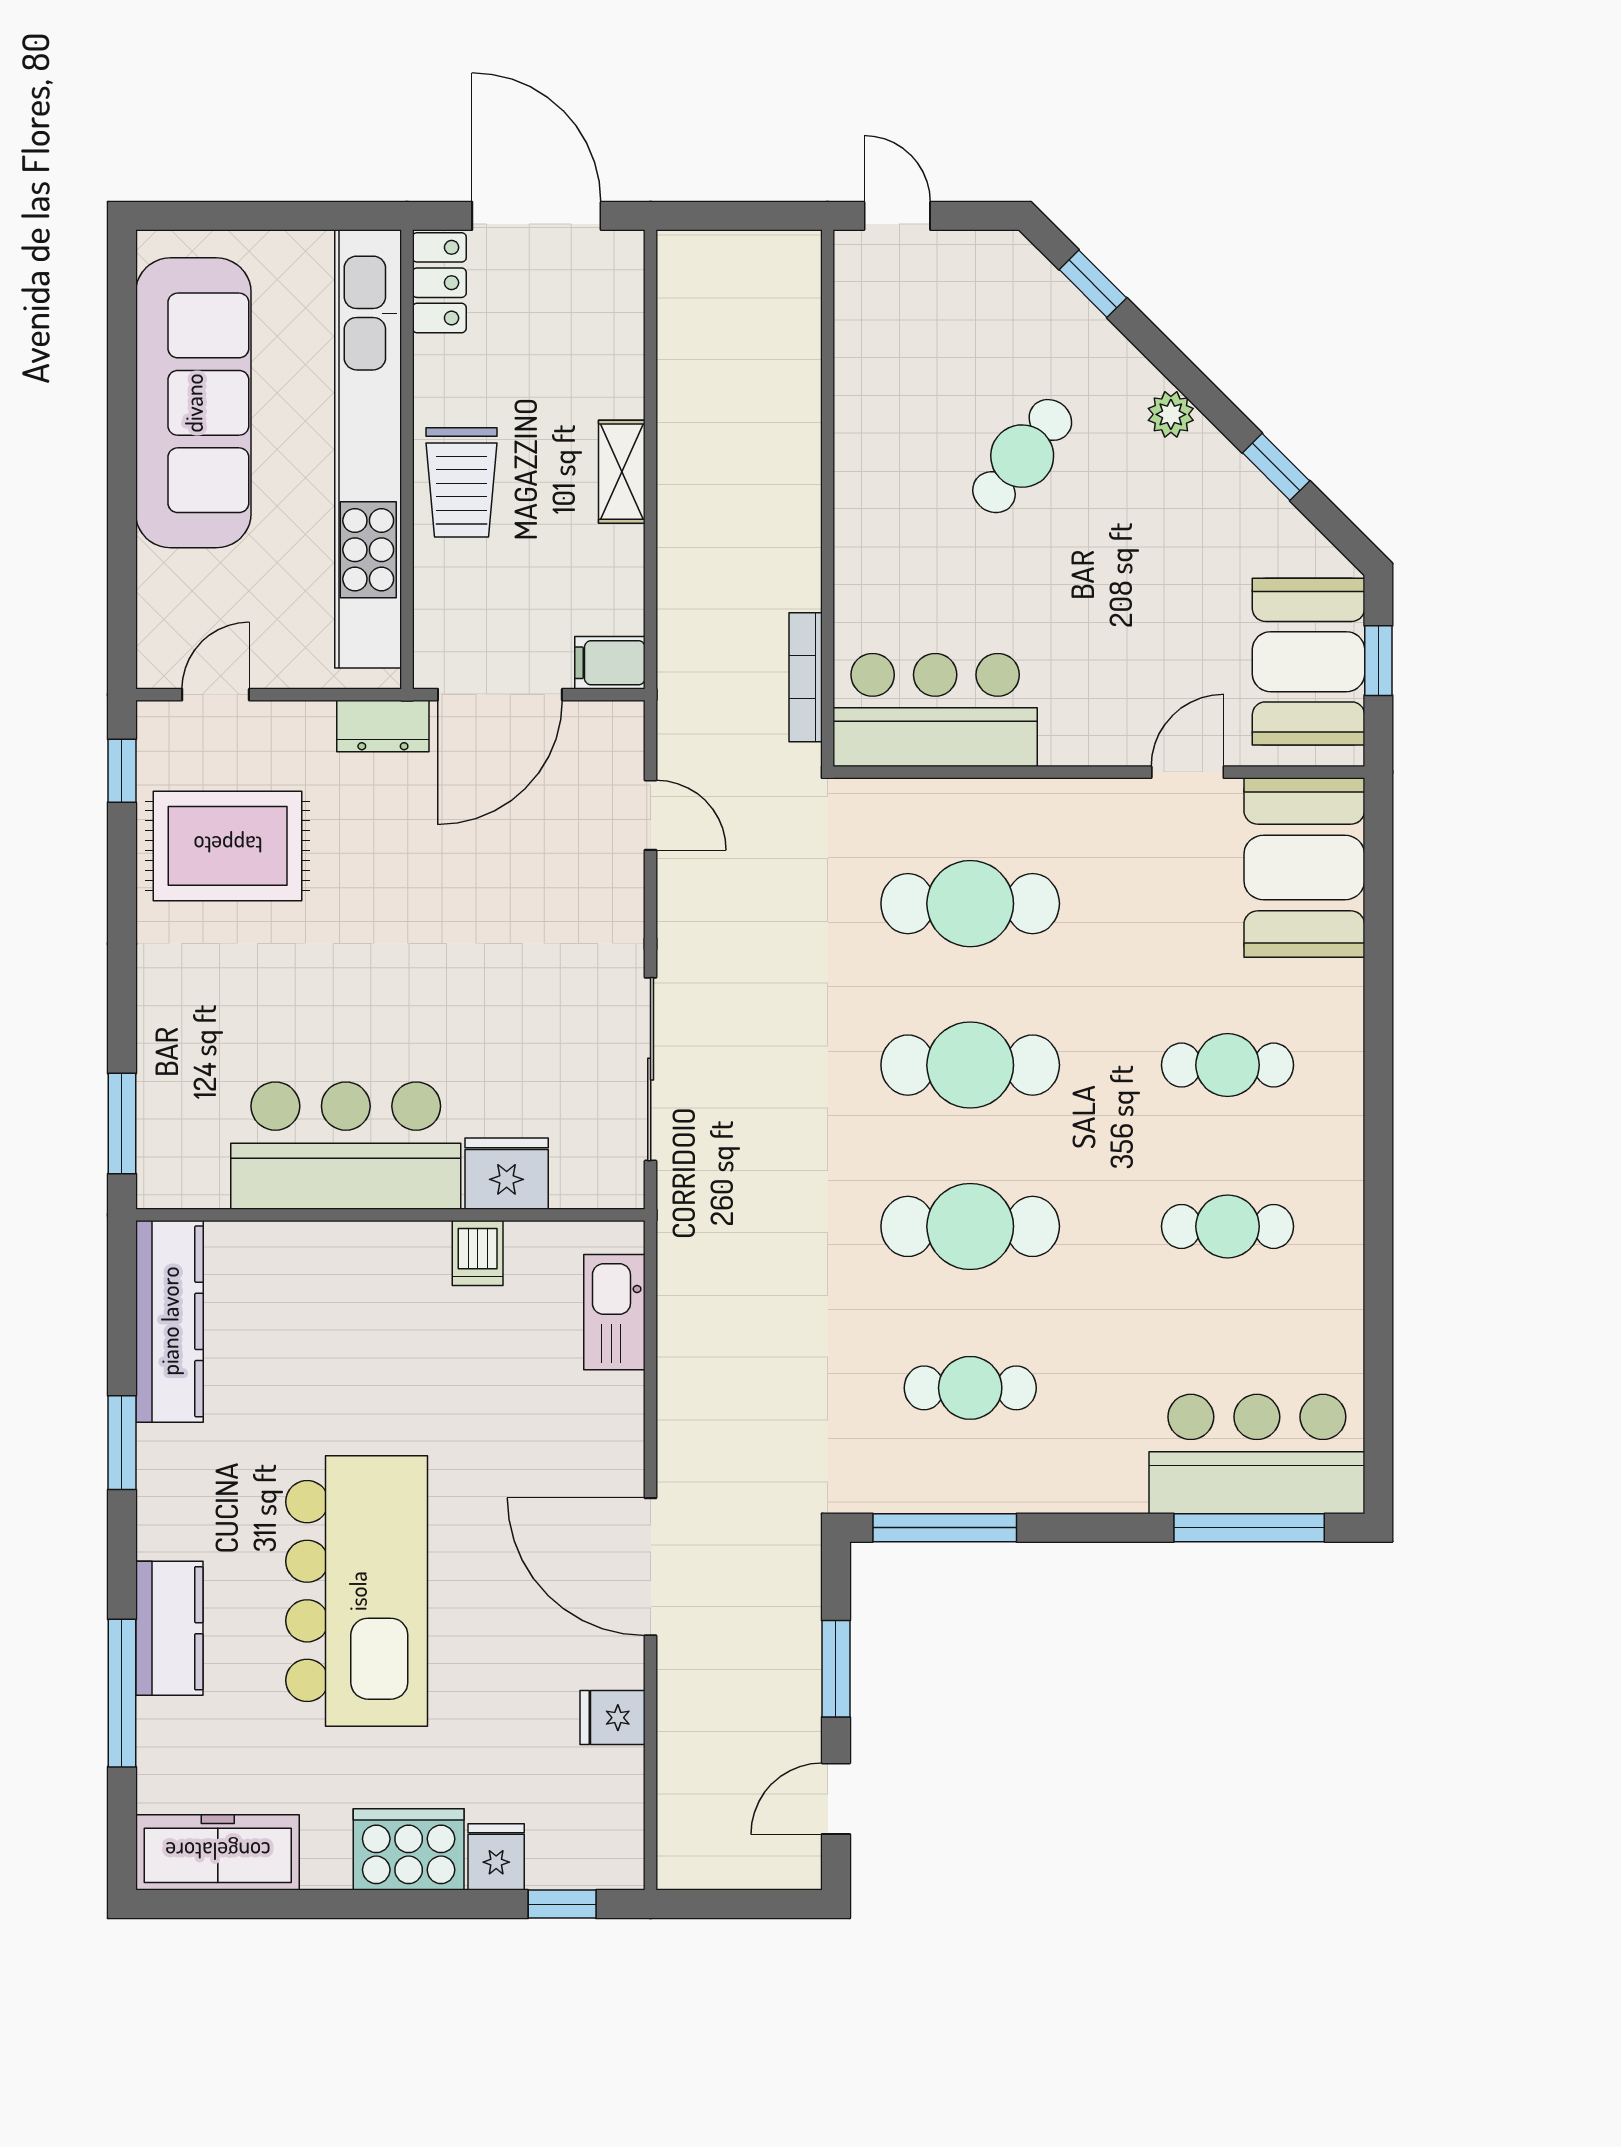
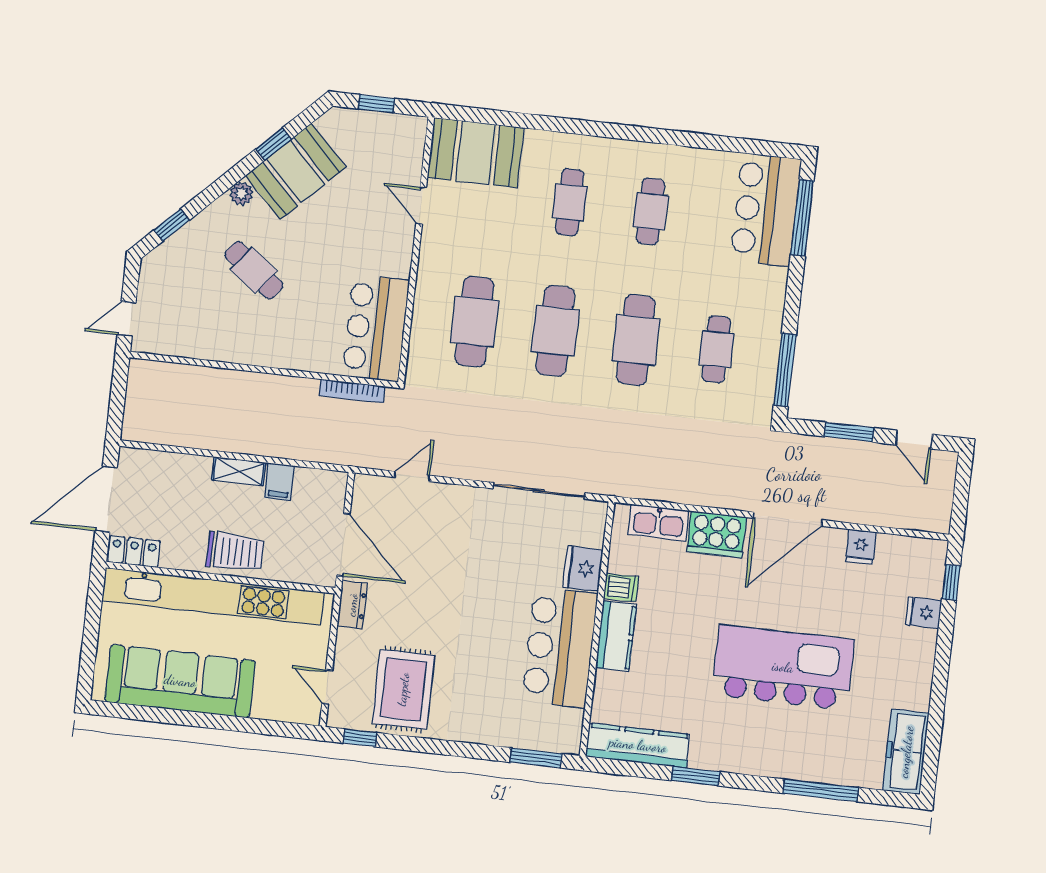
booth: (1308, 662) -> (295, 171), moved, turned -45
filing cabinet: (610, 663) -> (279, 482), moved
kitchen counter: (169, 1628) -> (616, 636), moved, turned 90
cooker: (409, 1849) -> (716, 534), moved, turned -90

